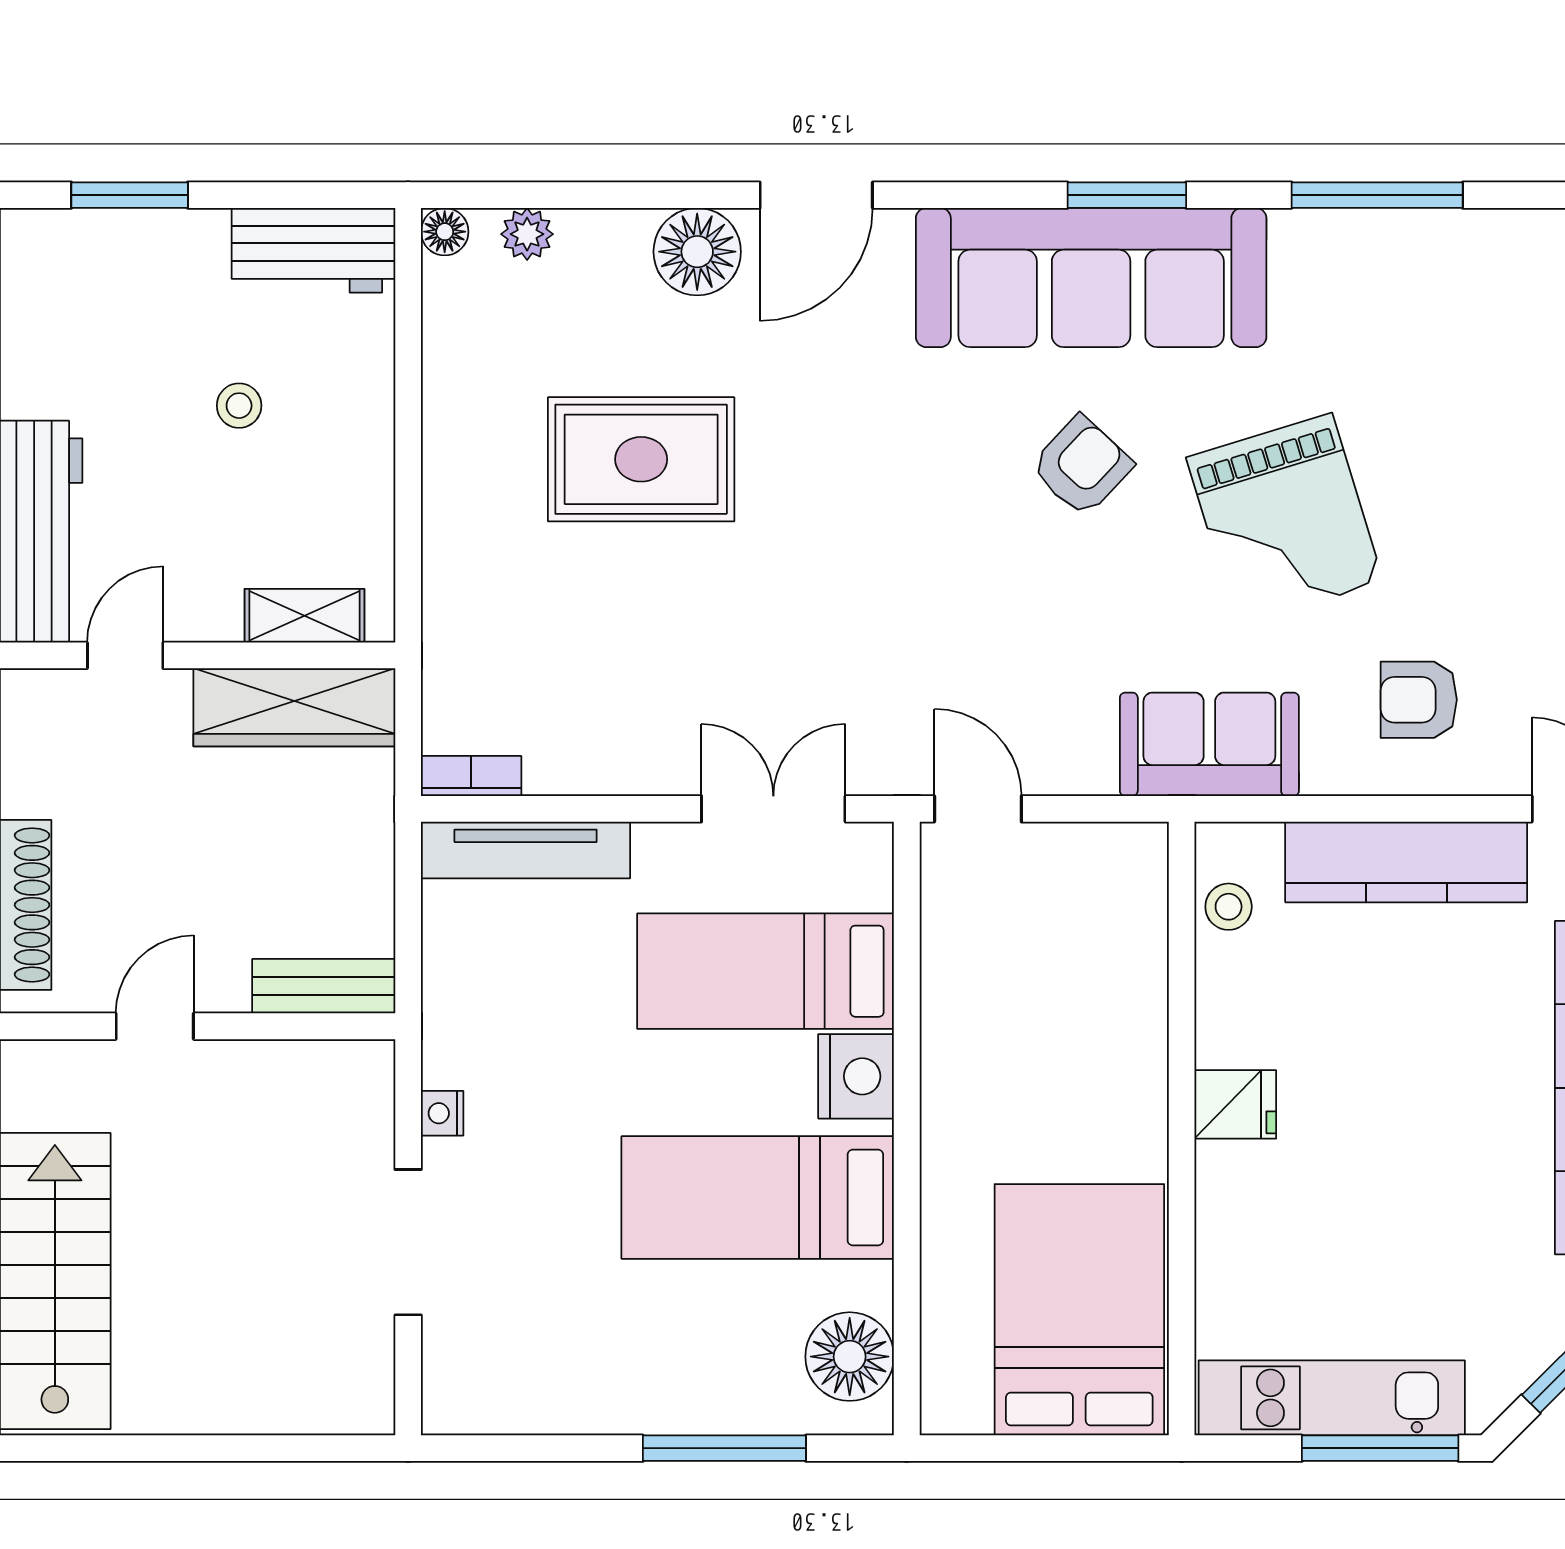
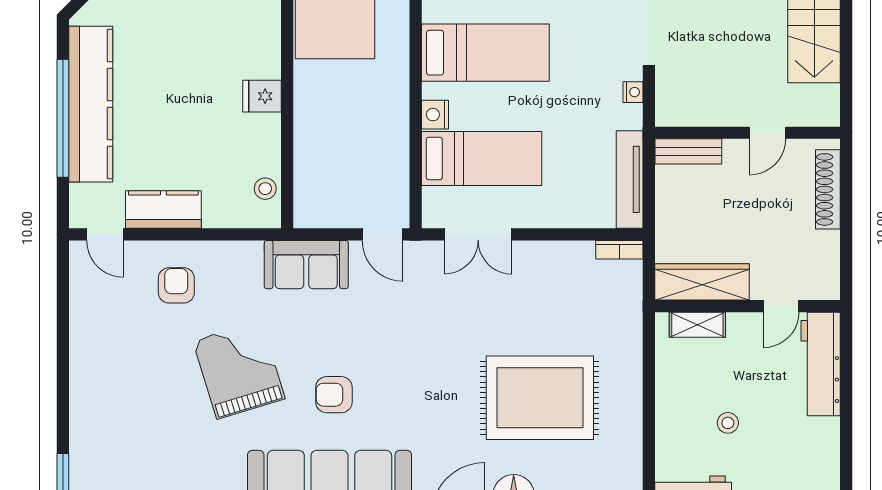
rug: (641, 459) -> (540, 398), width x1.37, depth x1.44
armchair: (1082, 466) -> (334, 395), turned 47
armchair: (1419, 700) -> (176, 285), turned -90
sofa: (1209, 744) -> (306, 265), moved
tv unit: (526, 850) -> (630, 179), moved, turned -90
kitchen counter: (1406, 862) -> (163, 210), width x0.67
nightstand: (856, 1076) -> (435, 115), width x0.74, depth x0.75

